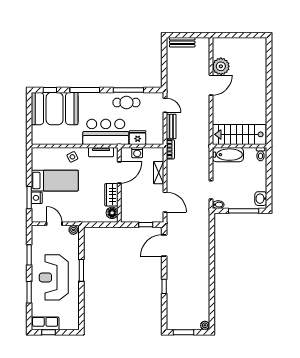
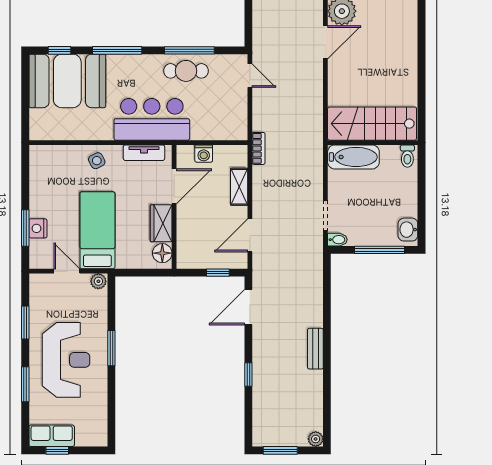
bench: (171, 126) -> (315, 349), moved
fridge: (138, 138) -> (204, 129), removed
bed: (55, 181) -> (97, 230), moved, turned -90
door: (165, 202) -> (250, 235), swing flipped
reception desk: (54, 277) -> (66, 360), turned 180

